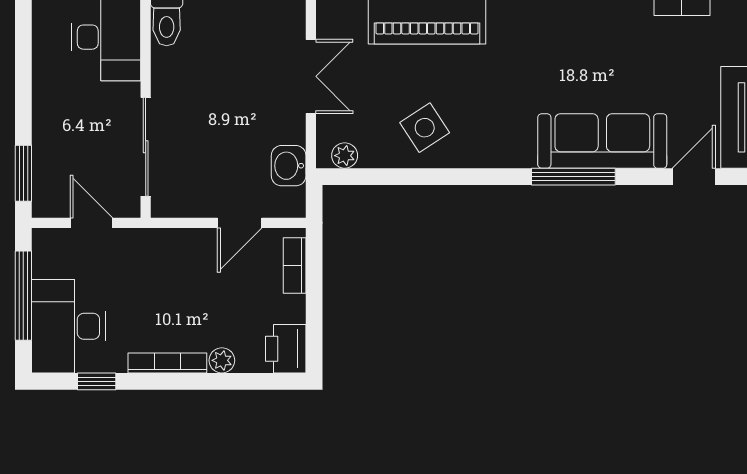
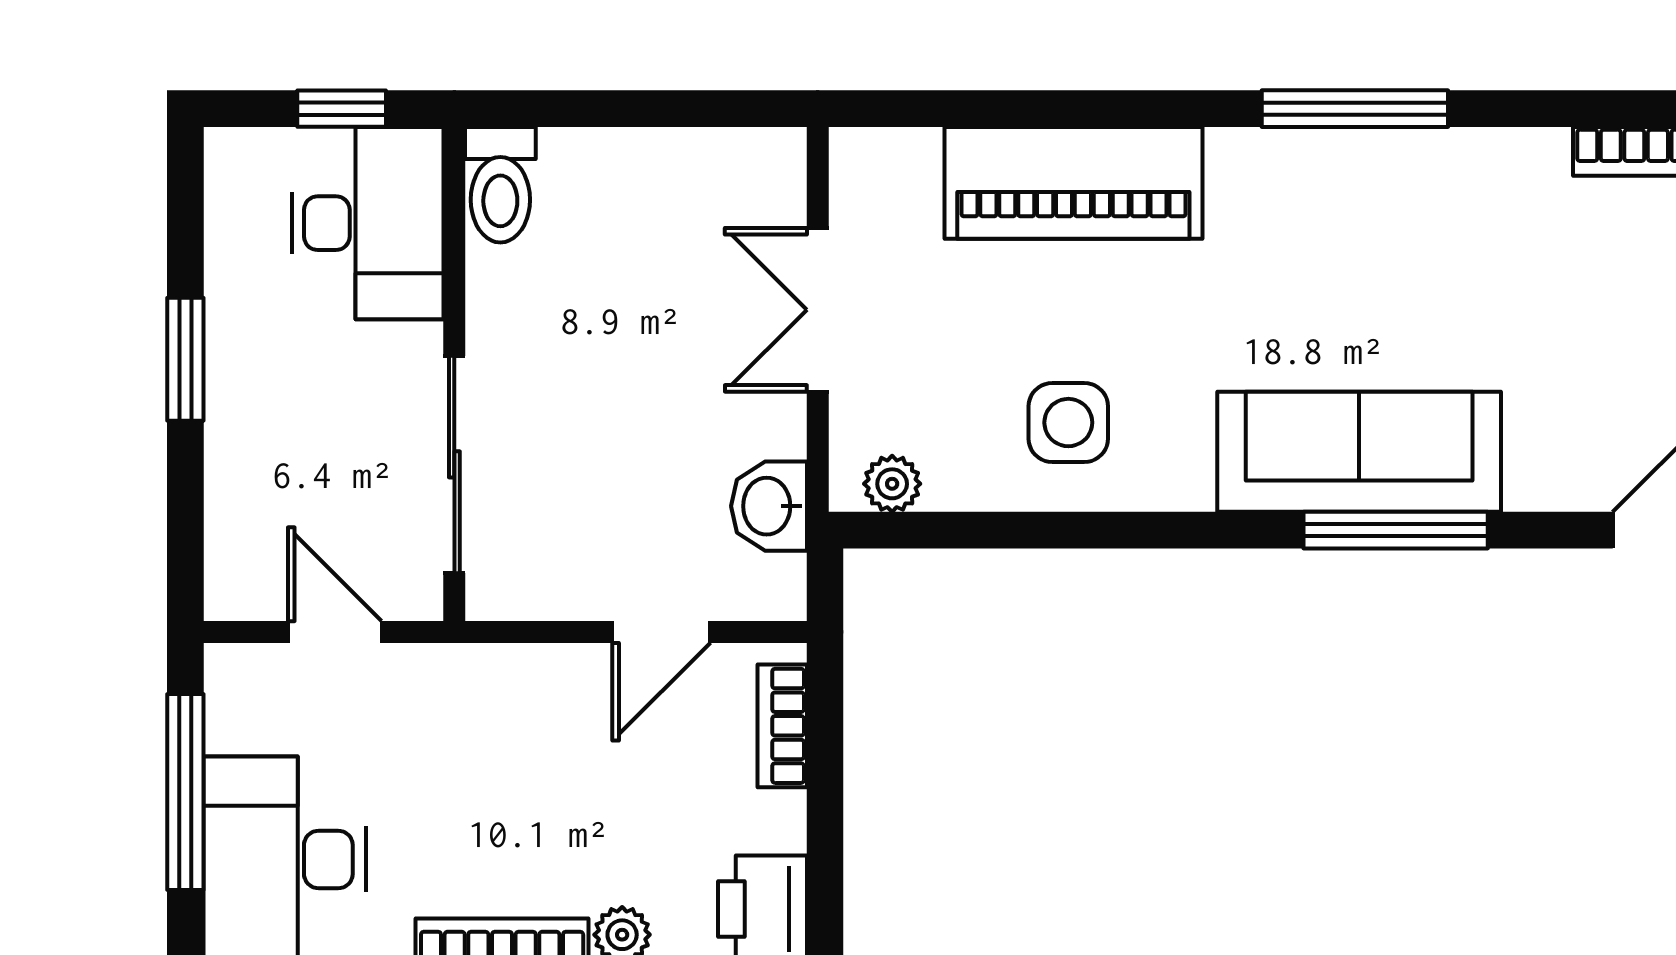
double door: (311, 76) -> (818, 310), swing flipped
side table: (425, 128) -> (1068, 423), turned 33
sofa: (602, 141) -> (1359, 452), moved
window: (23, 173) -> (185, 359), moved

